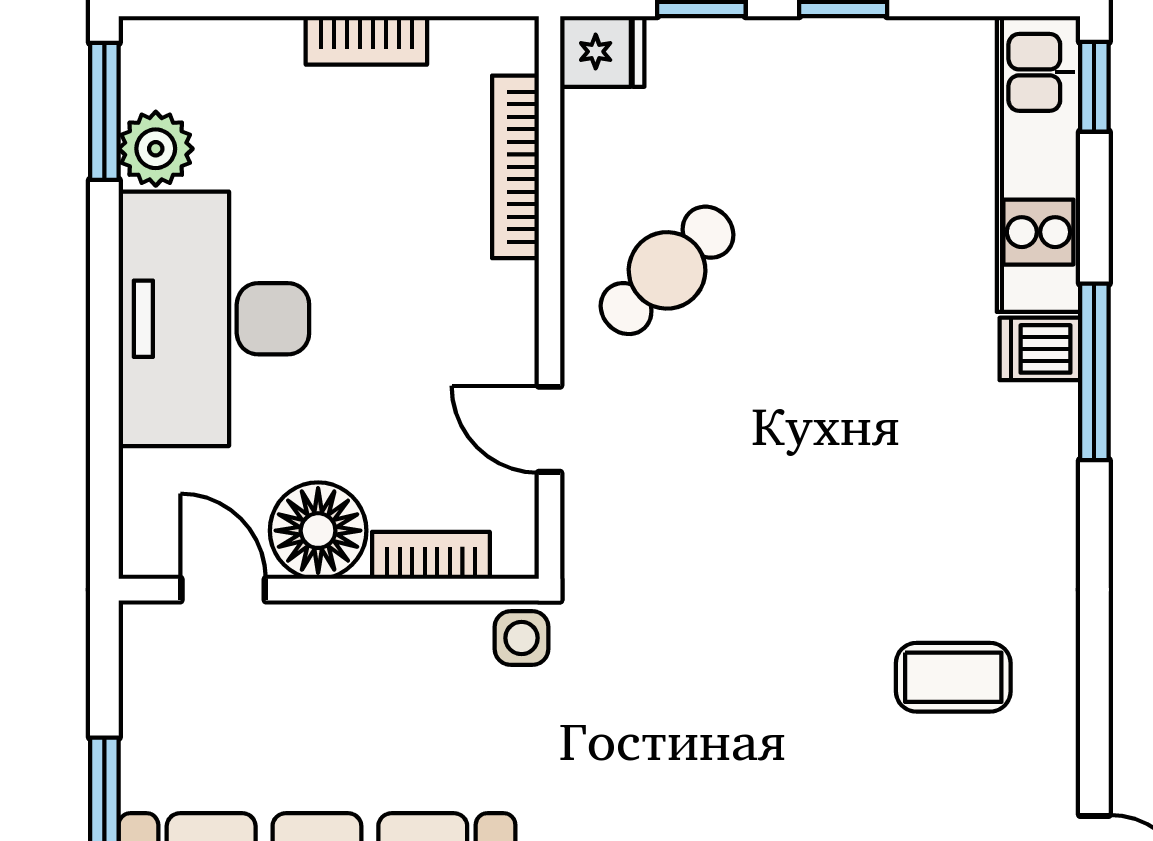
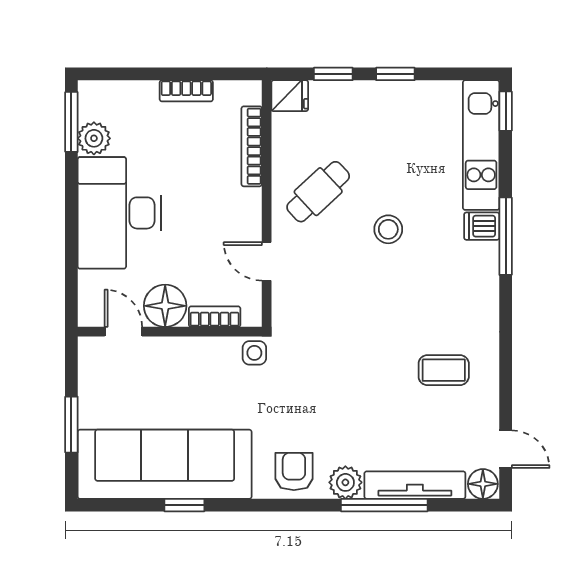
stool: (827, 356) -> (388, 229), added

